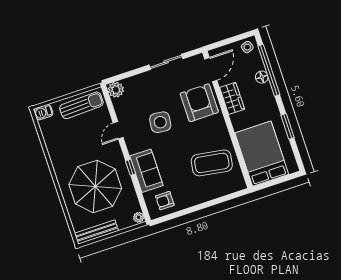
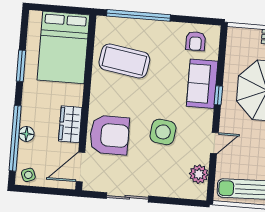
plant: (116, 90) -> (199, 174), moved
armchair: (199, 103) -> (109, 135), turned -90
armchair: (165, 201) -> (196, 41), turned 90
window: (216, 202) -> (138, 15), added
plant: (139, 217) -> (233, 35), removed

